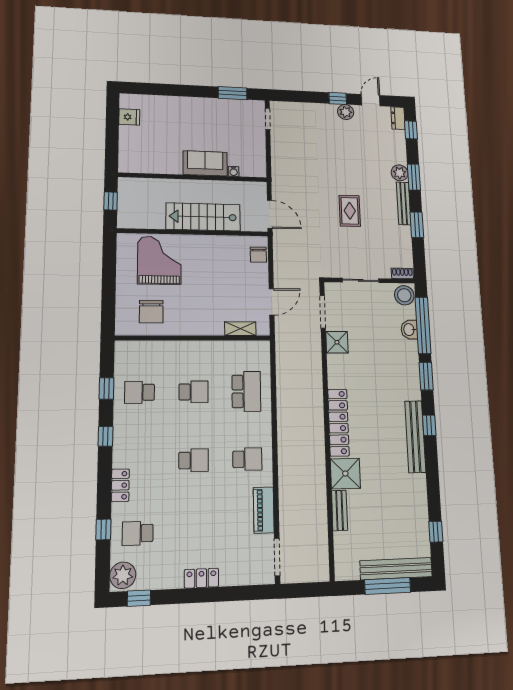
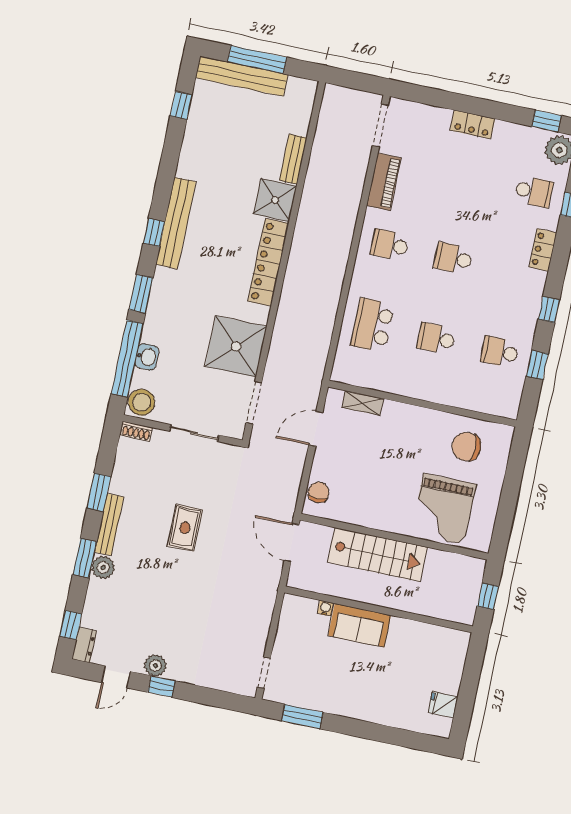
chair: (151, 312) -> (466, 447), turned -90
shower: (337, 342) -> (236, 346), width x1.86, depth x1.86
school desk: (140, 392) -> (500, 352), turned 180

